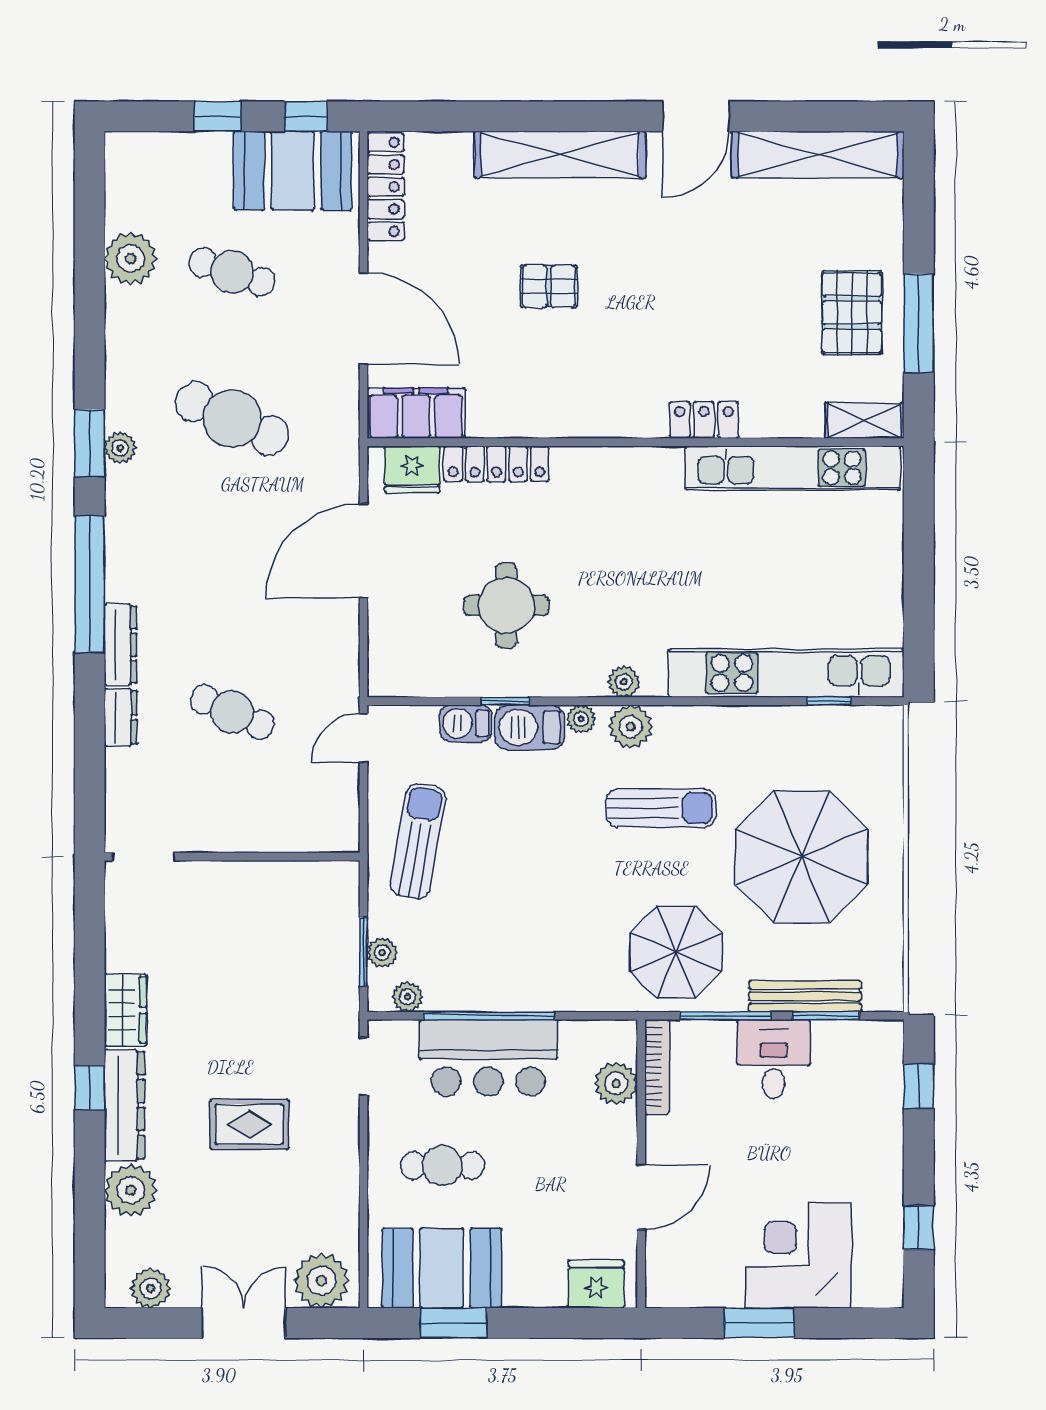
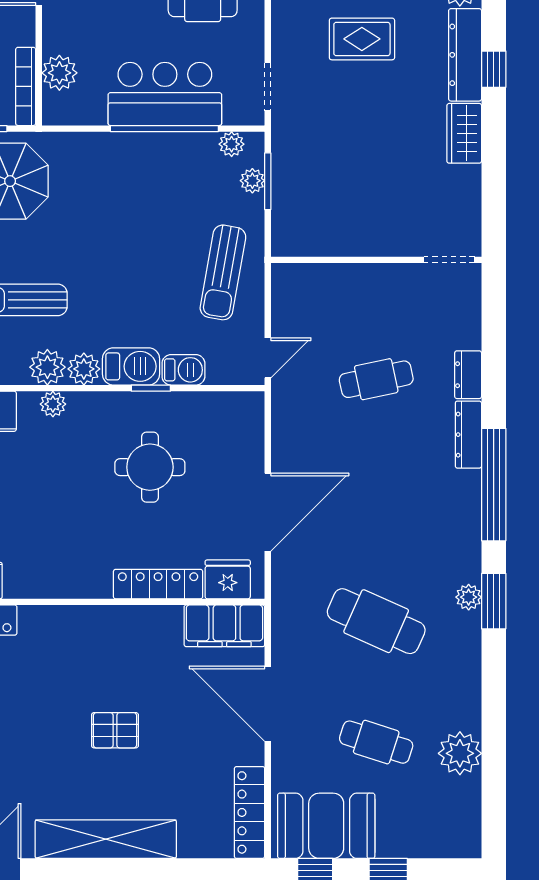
cafe table: (232, 712) -> (376, 379), turned -36
plant: (581, 719) -> (84, 369), width x1.38, depth x1.38

